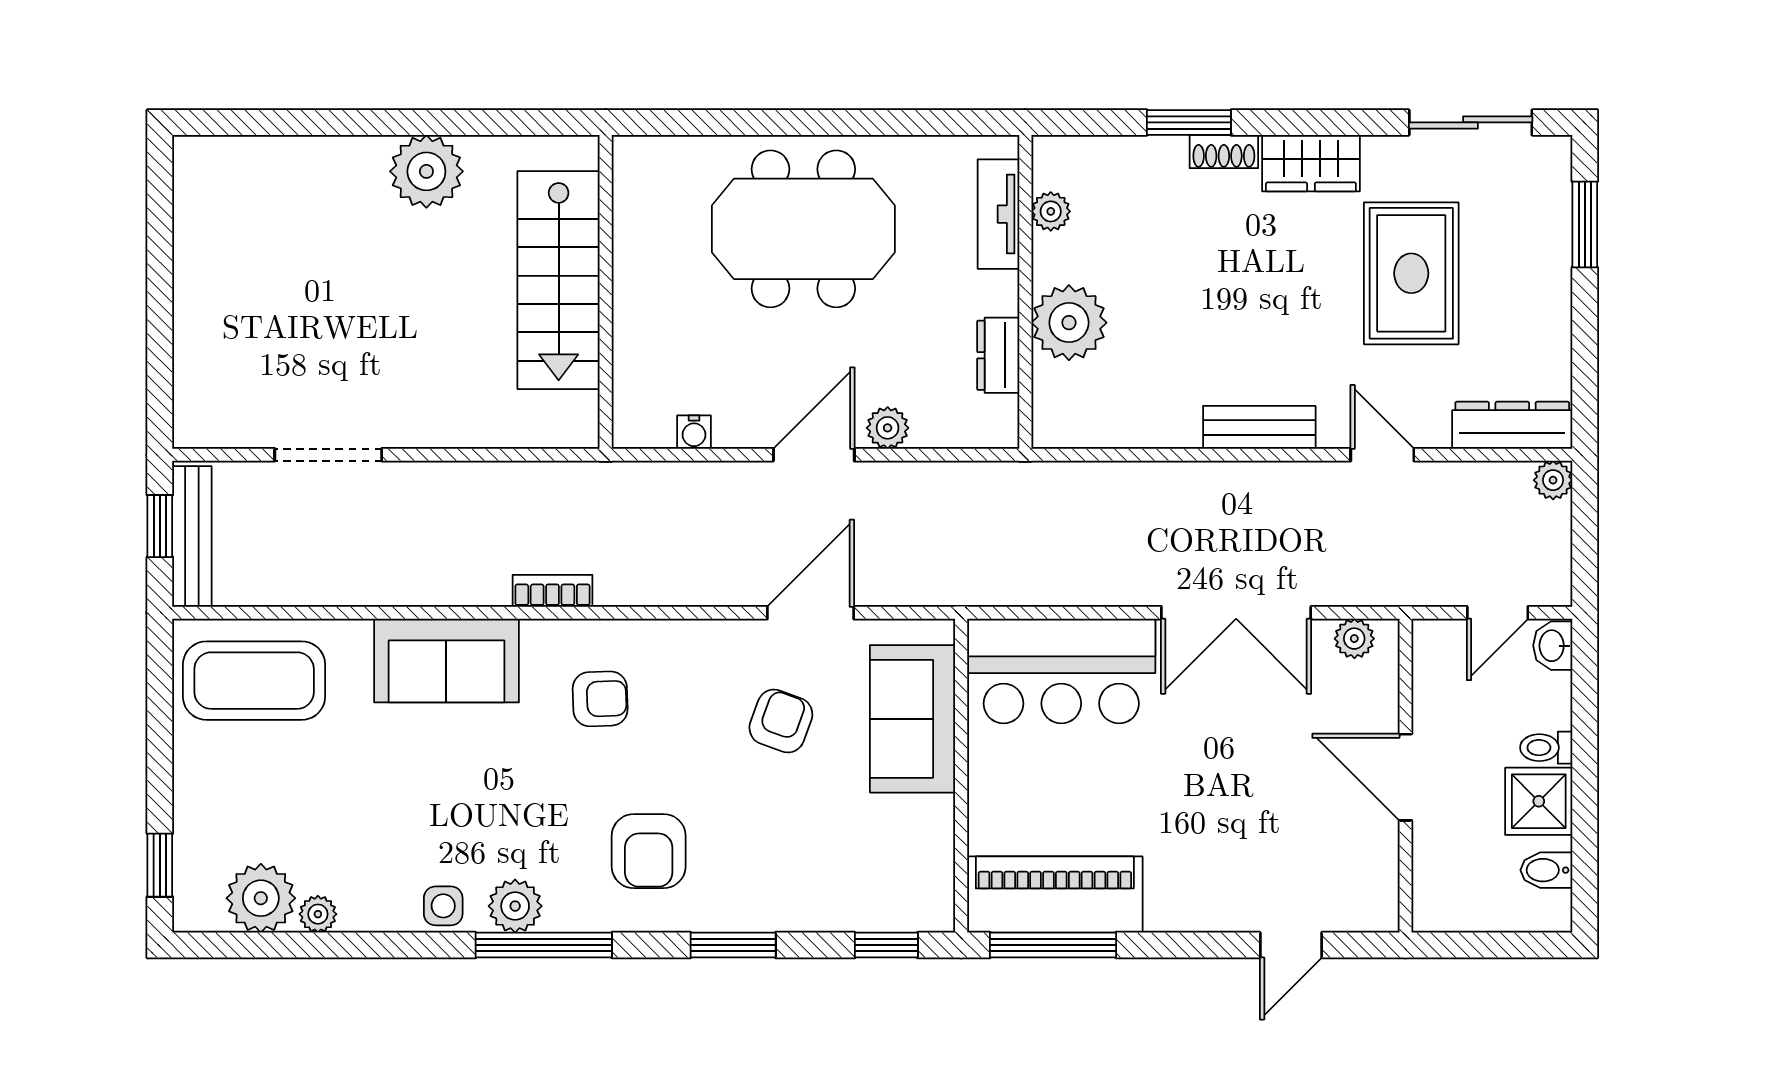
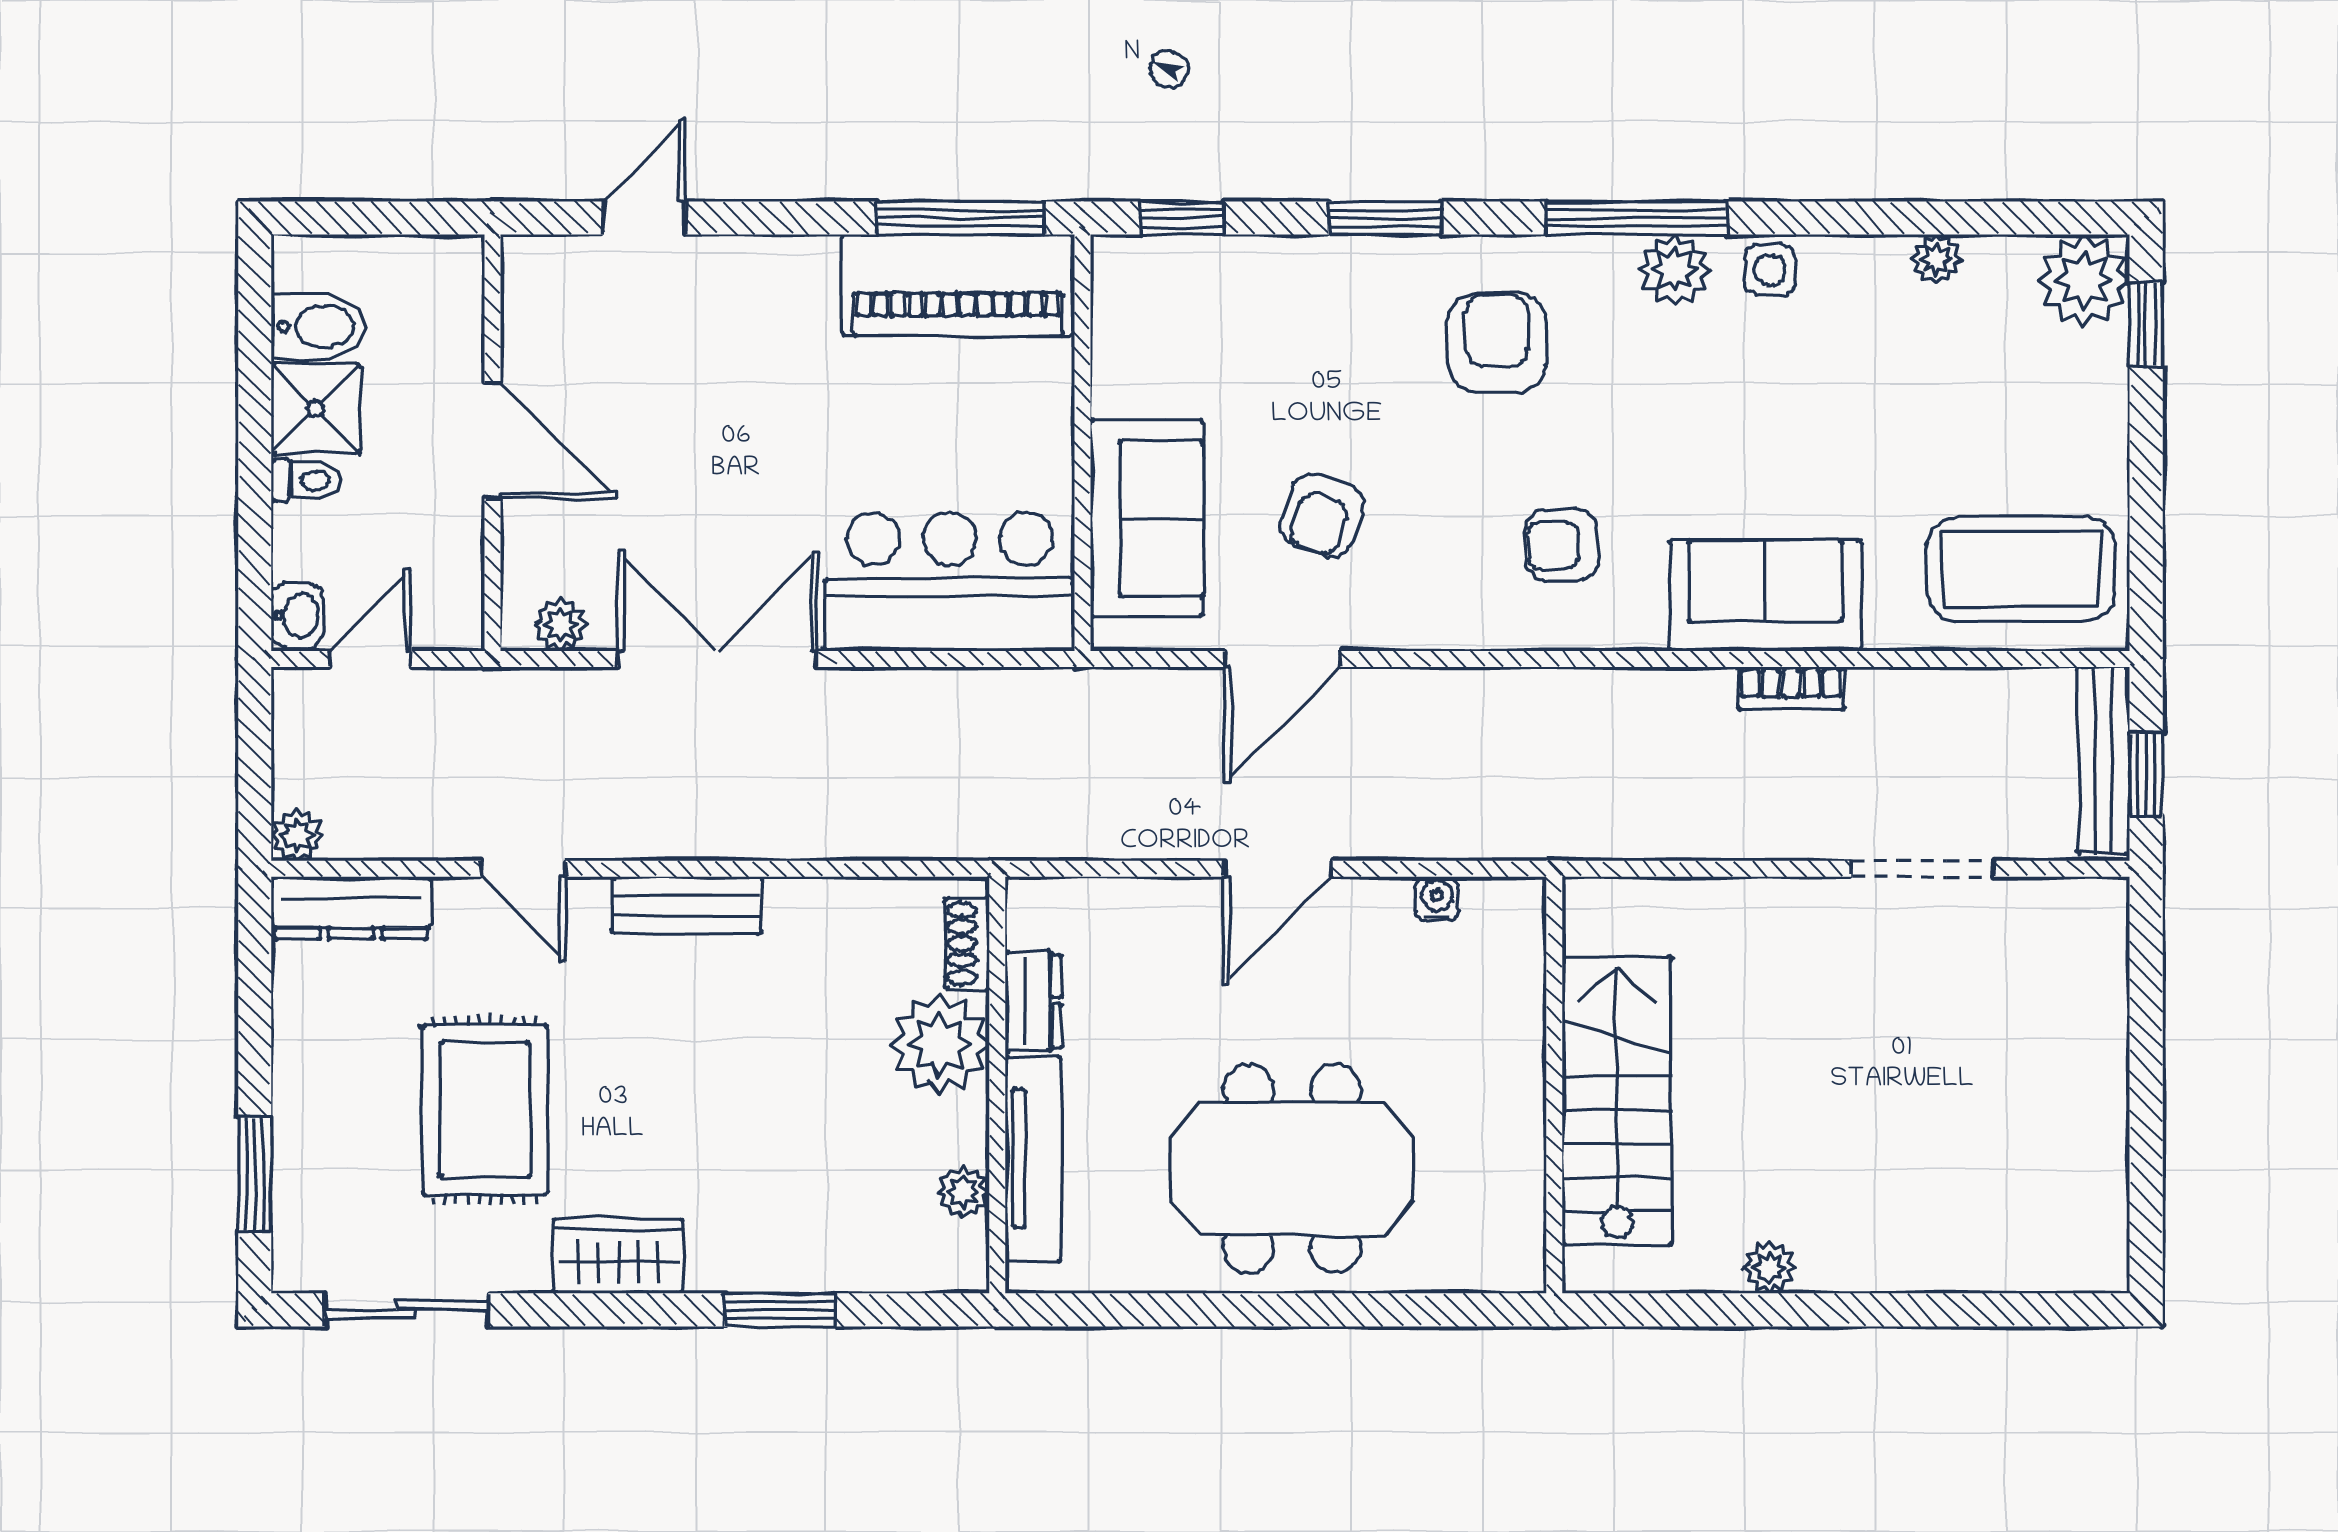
shoe rack: (1224, 151) -> (967, 943), moved, turned -90
plant: (426, 171) -> (1770, 1268), width x0.53, depth x0.53
tv unit: (999, 214) -> (1033, 1159), width x1.41
plant: (888, 428) -> (1180, 905), removed
bookcase: (553, 591) -> (1791, 688), moved
bidet: (1546, 870) -> (318, 326), width x1.38, depth x1.36
plant: (261, 898) -> (2084, 280), moved

